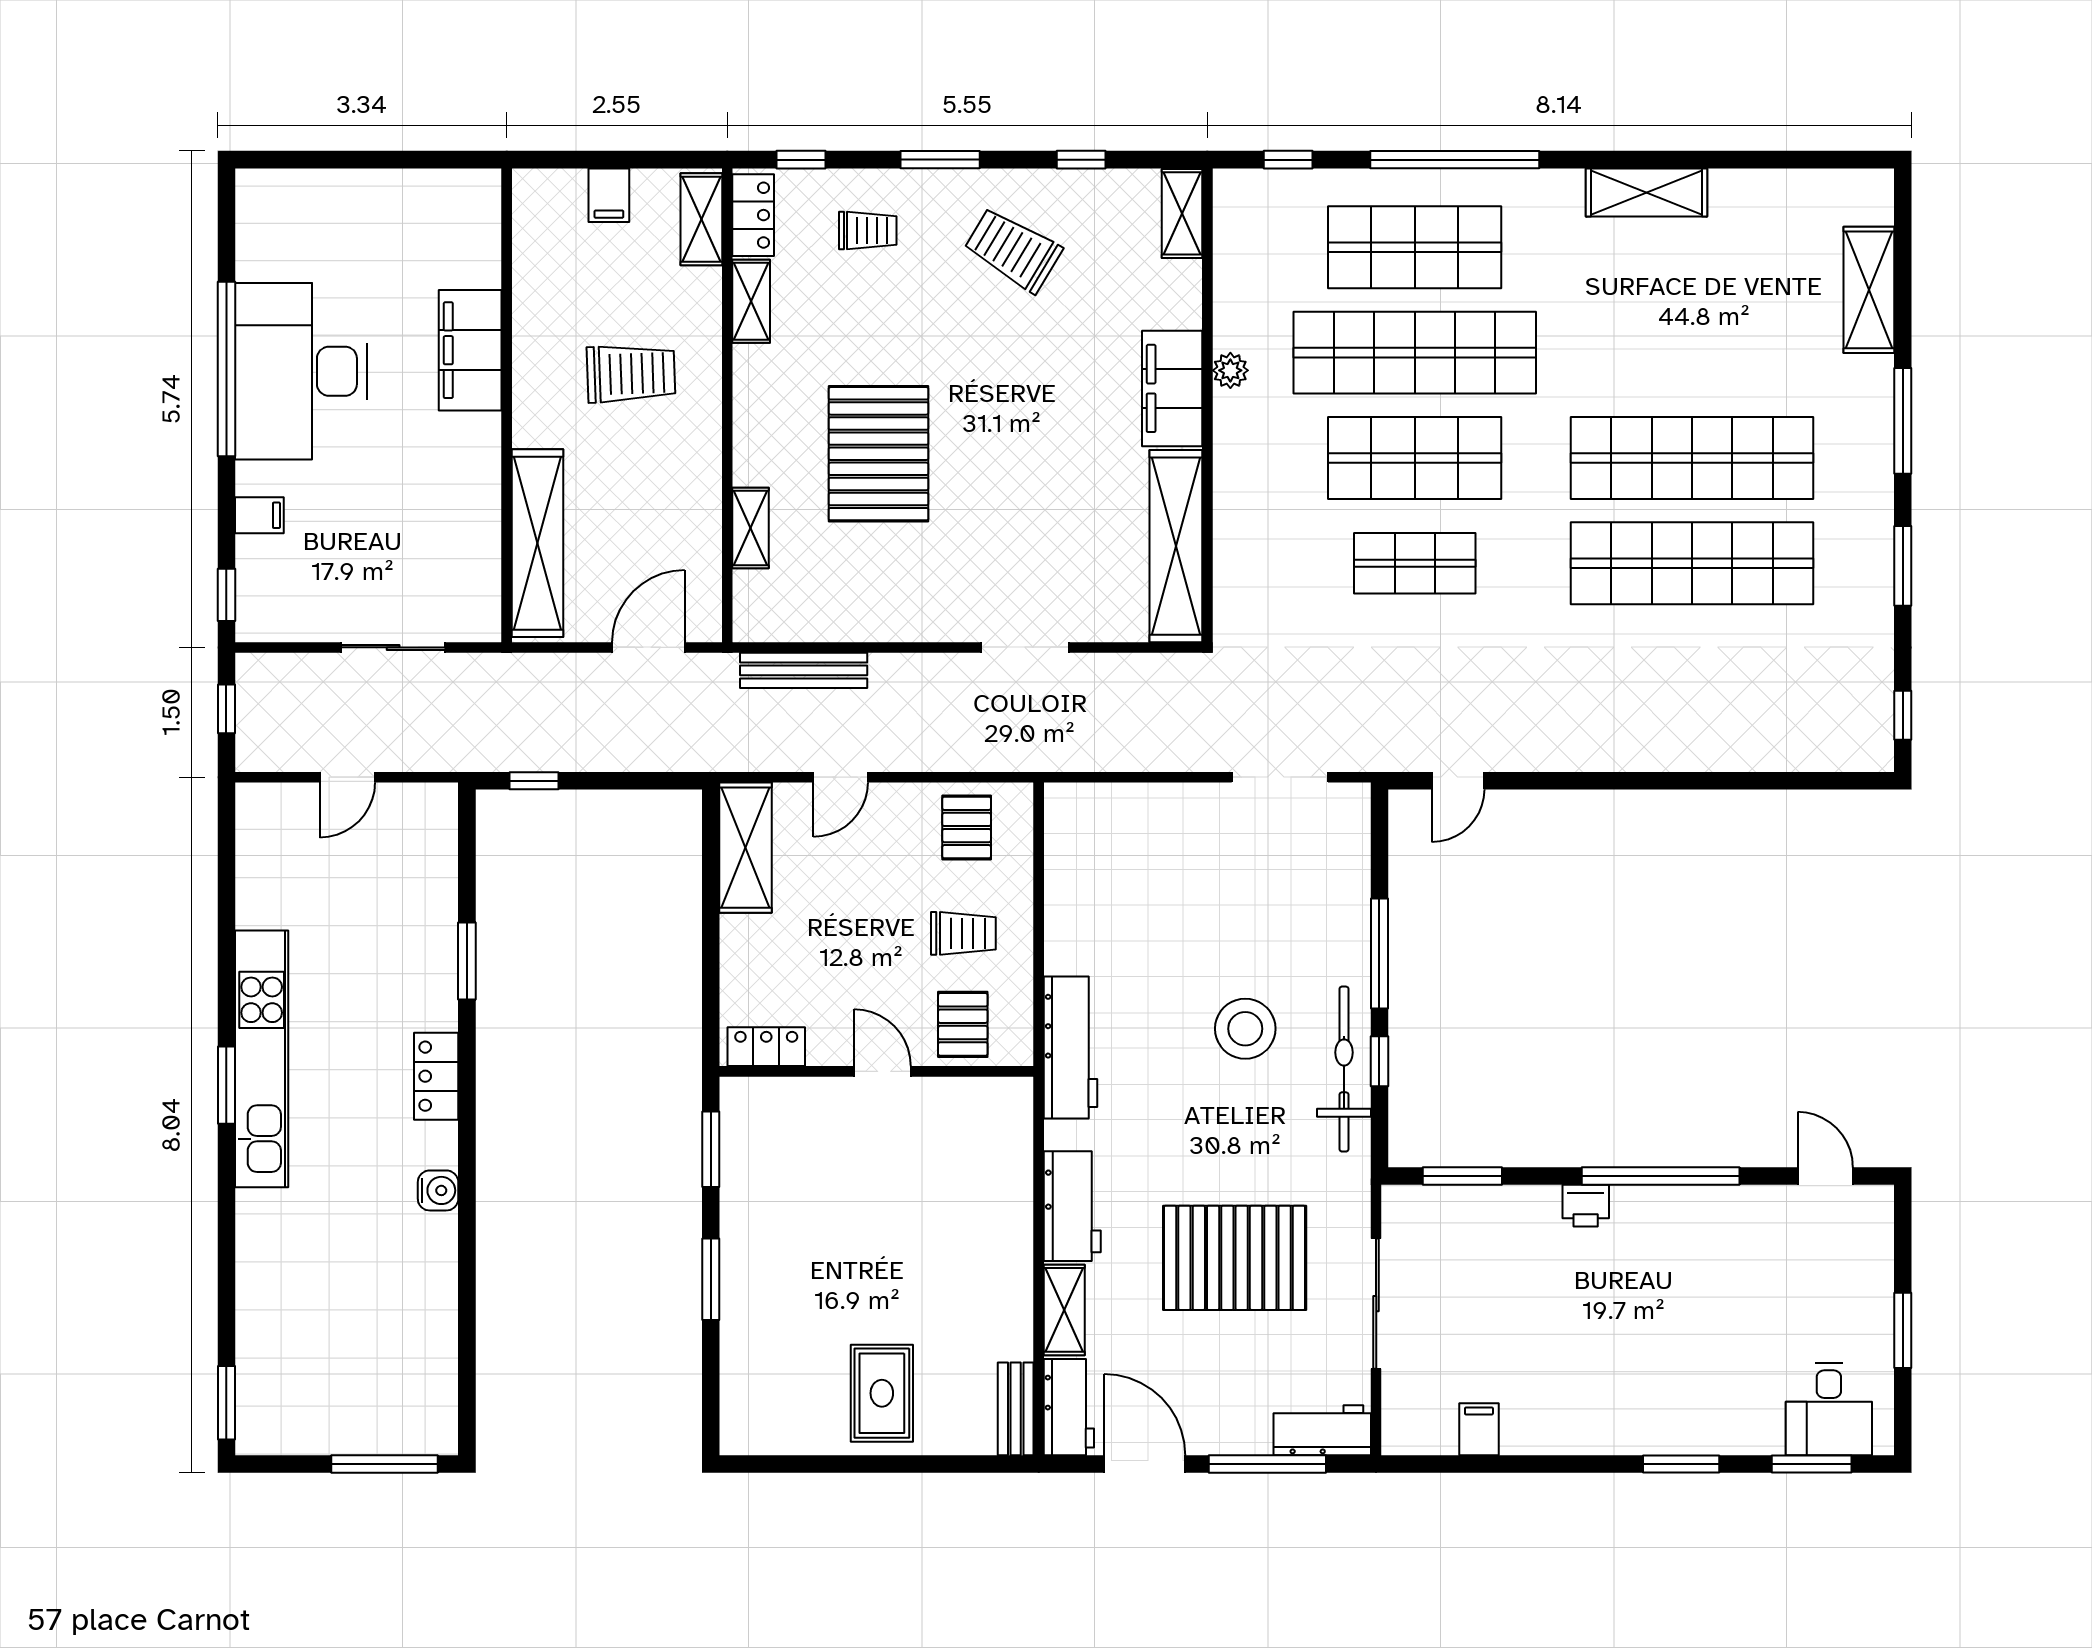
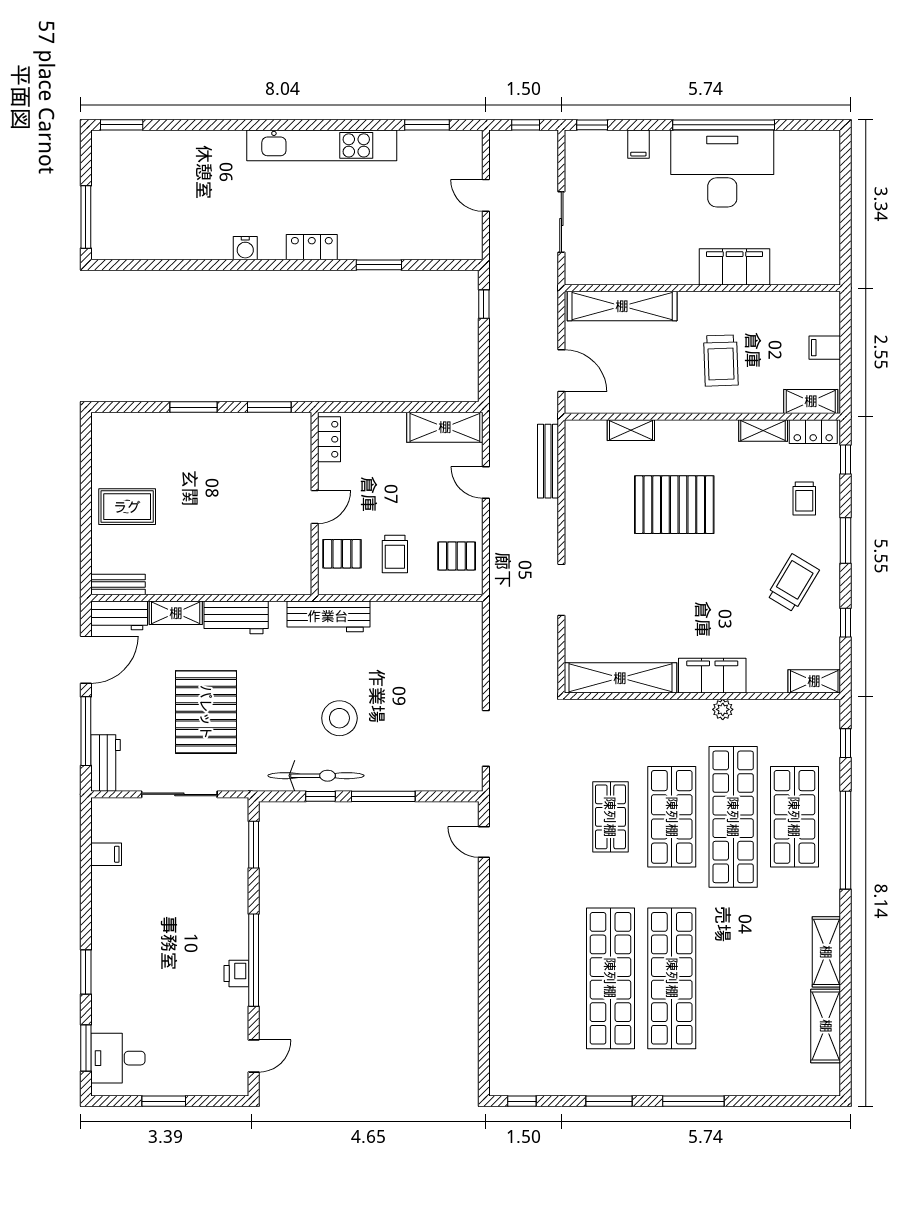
shelving: (1869, 290) -> (826, 1026), moved, turned 90
window: (226, 1085) -> (427, 125), moved
printer: (1586, 1206) -> (236, 973), moved

